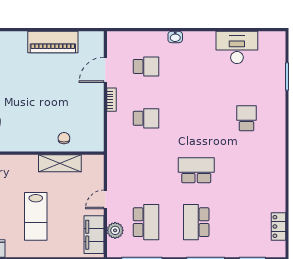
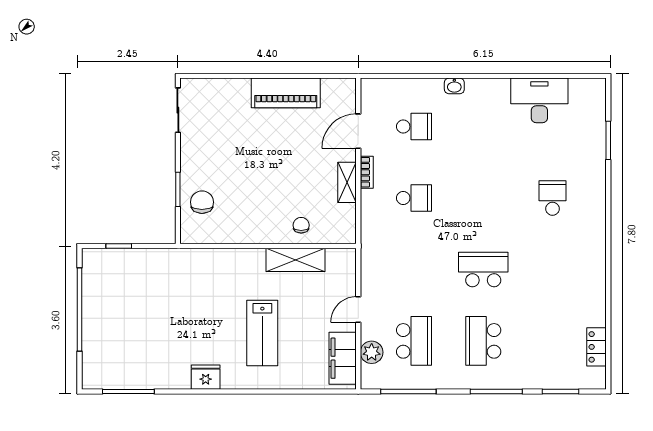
shelving: (97, 107) -> (347, 182), added

